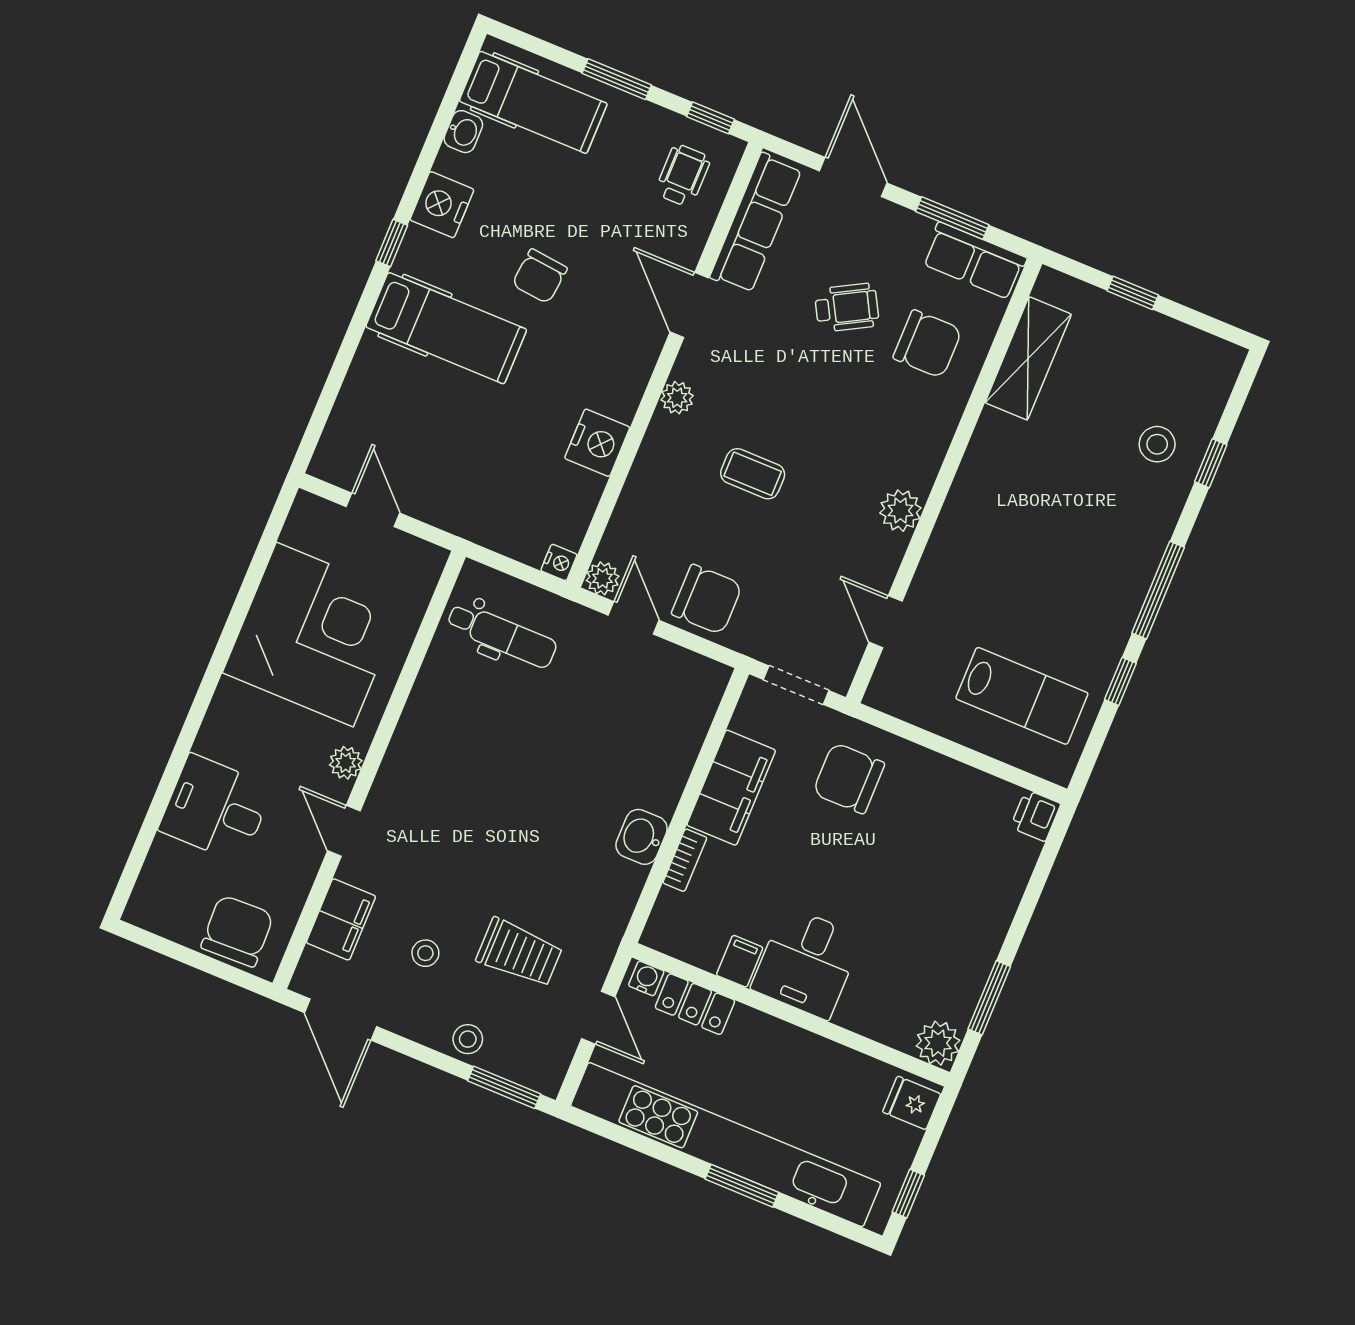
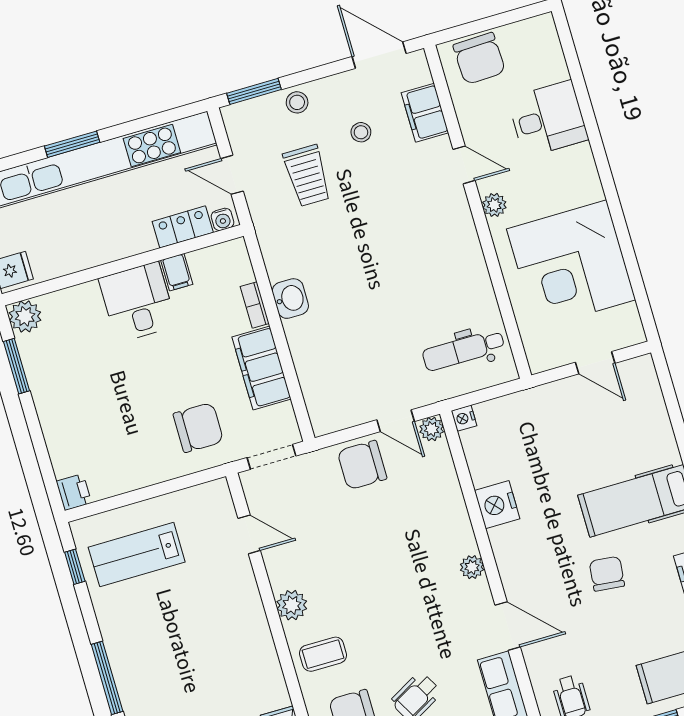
coffee table: (753, 474) -> (323, 654), moved
window: (1120, 681) -> (75, 567), moved
trolley: (519, 953) -> (307, 176), turned -90

